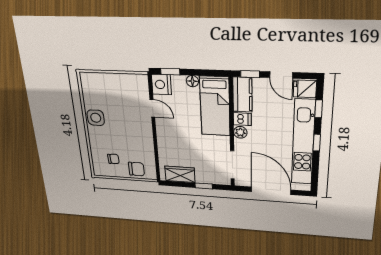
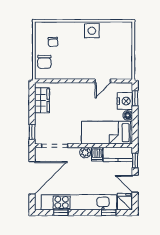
door: (281, 75) -> (135, 184), hinge flipped
nightstand: (161, 84) -> (125, 101), moved, turned 90
window: (317, 143) -> (61, 213), moved
window: (204, 186) -> (32, 132), moved

